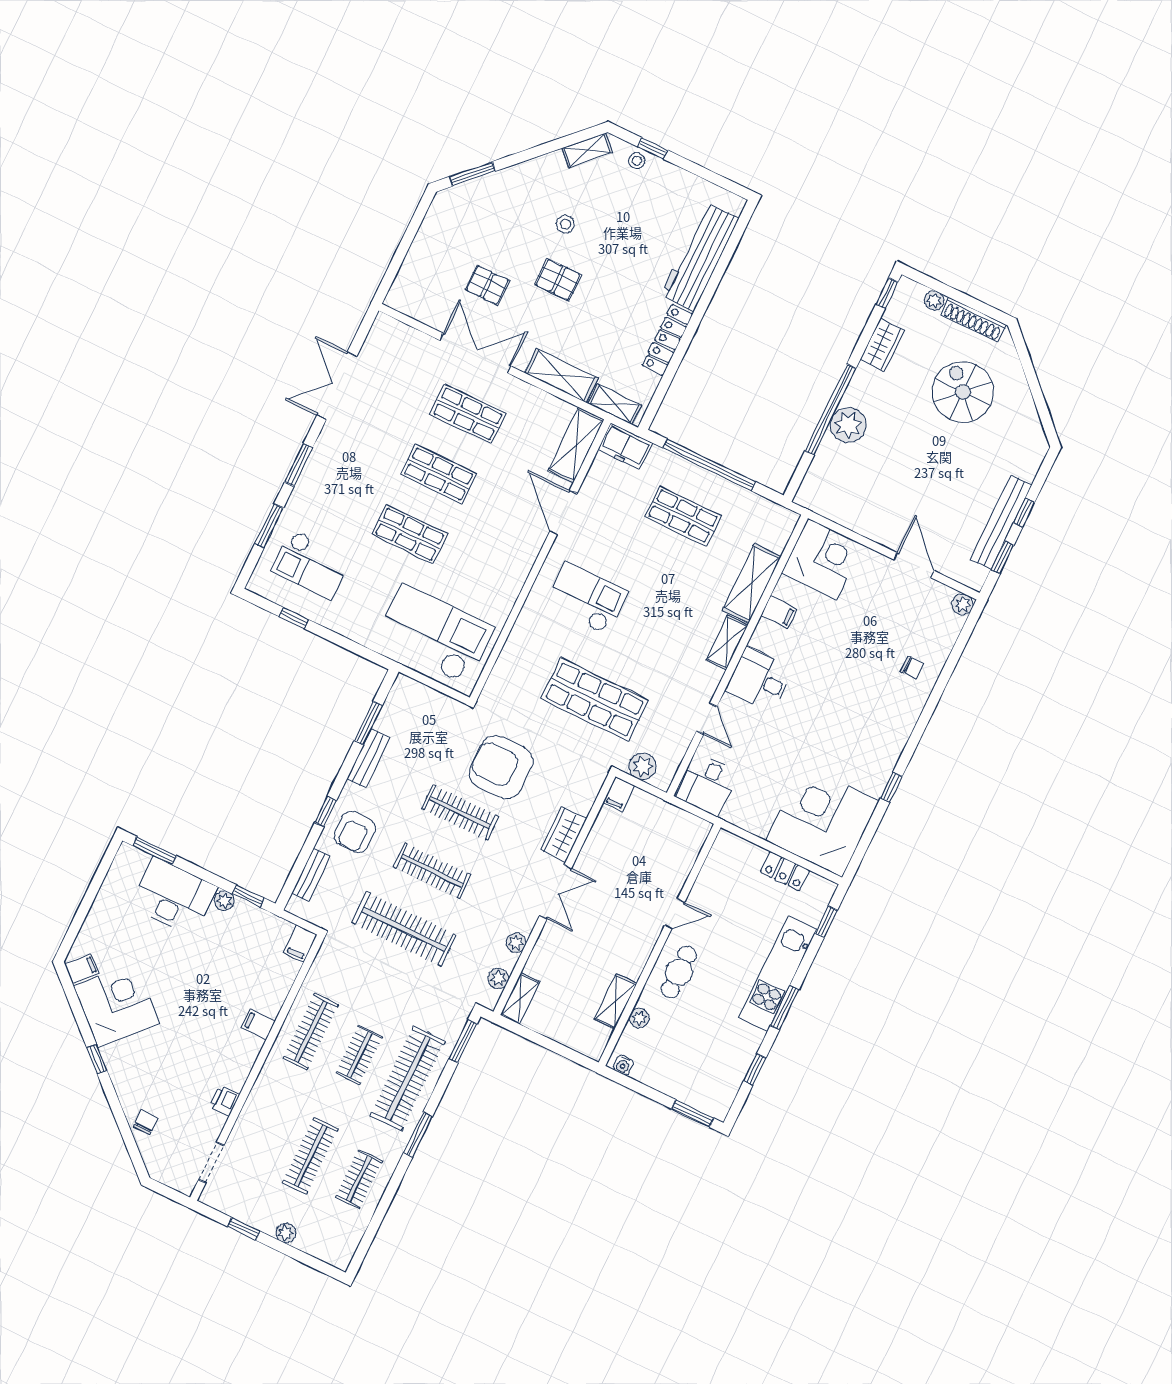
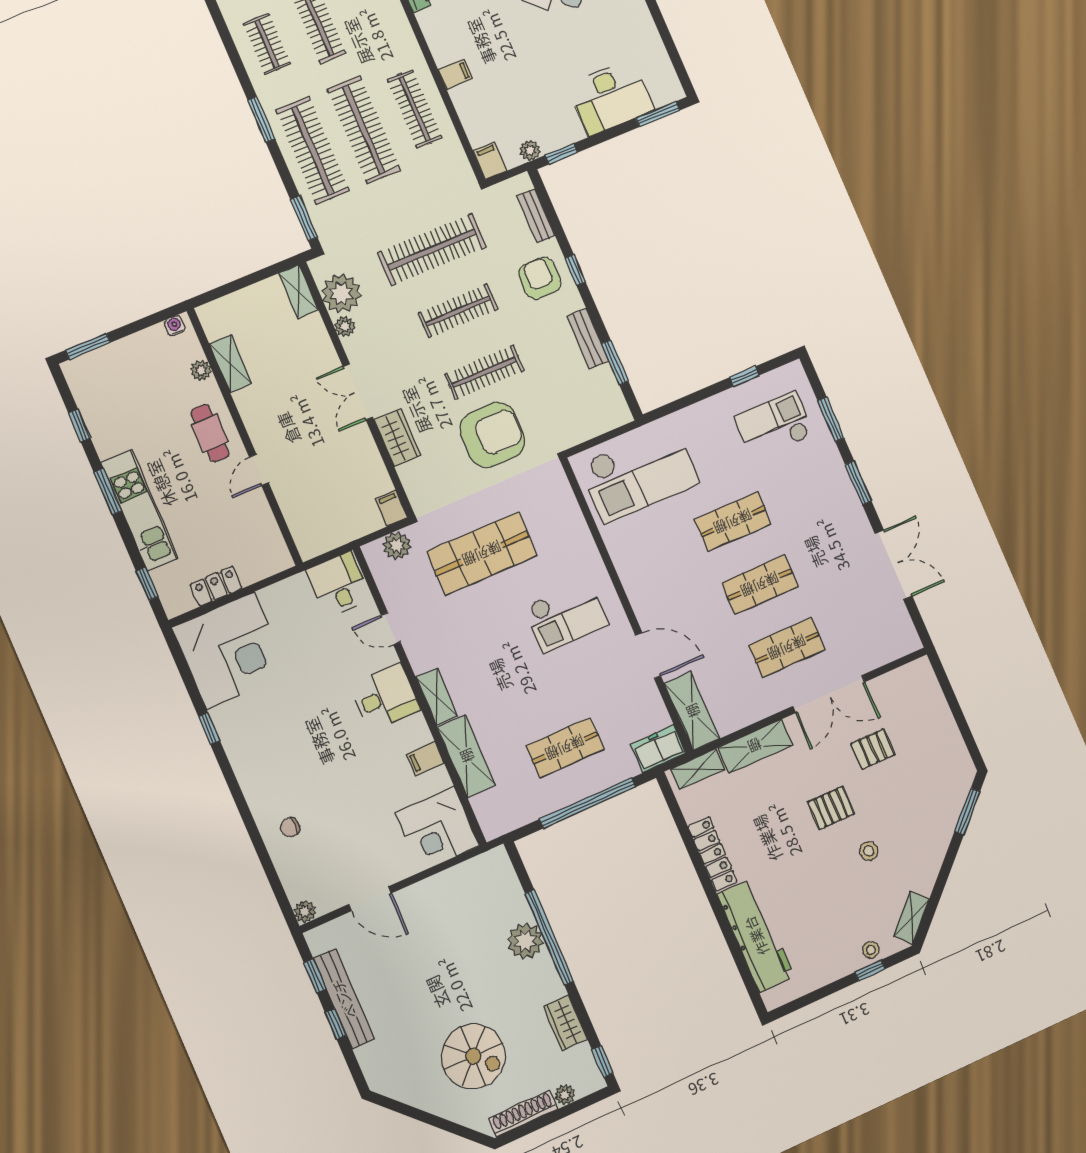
plant: (224, 901) -> (530, 150), moved
plant: (498, 978) -> (341, 293), width x1.88, depth x1.88
clothes rail: (359, 1055) -> (364, 130), width x1.86, depth x1.31

